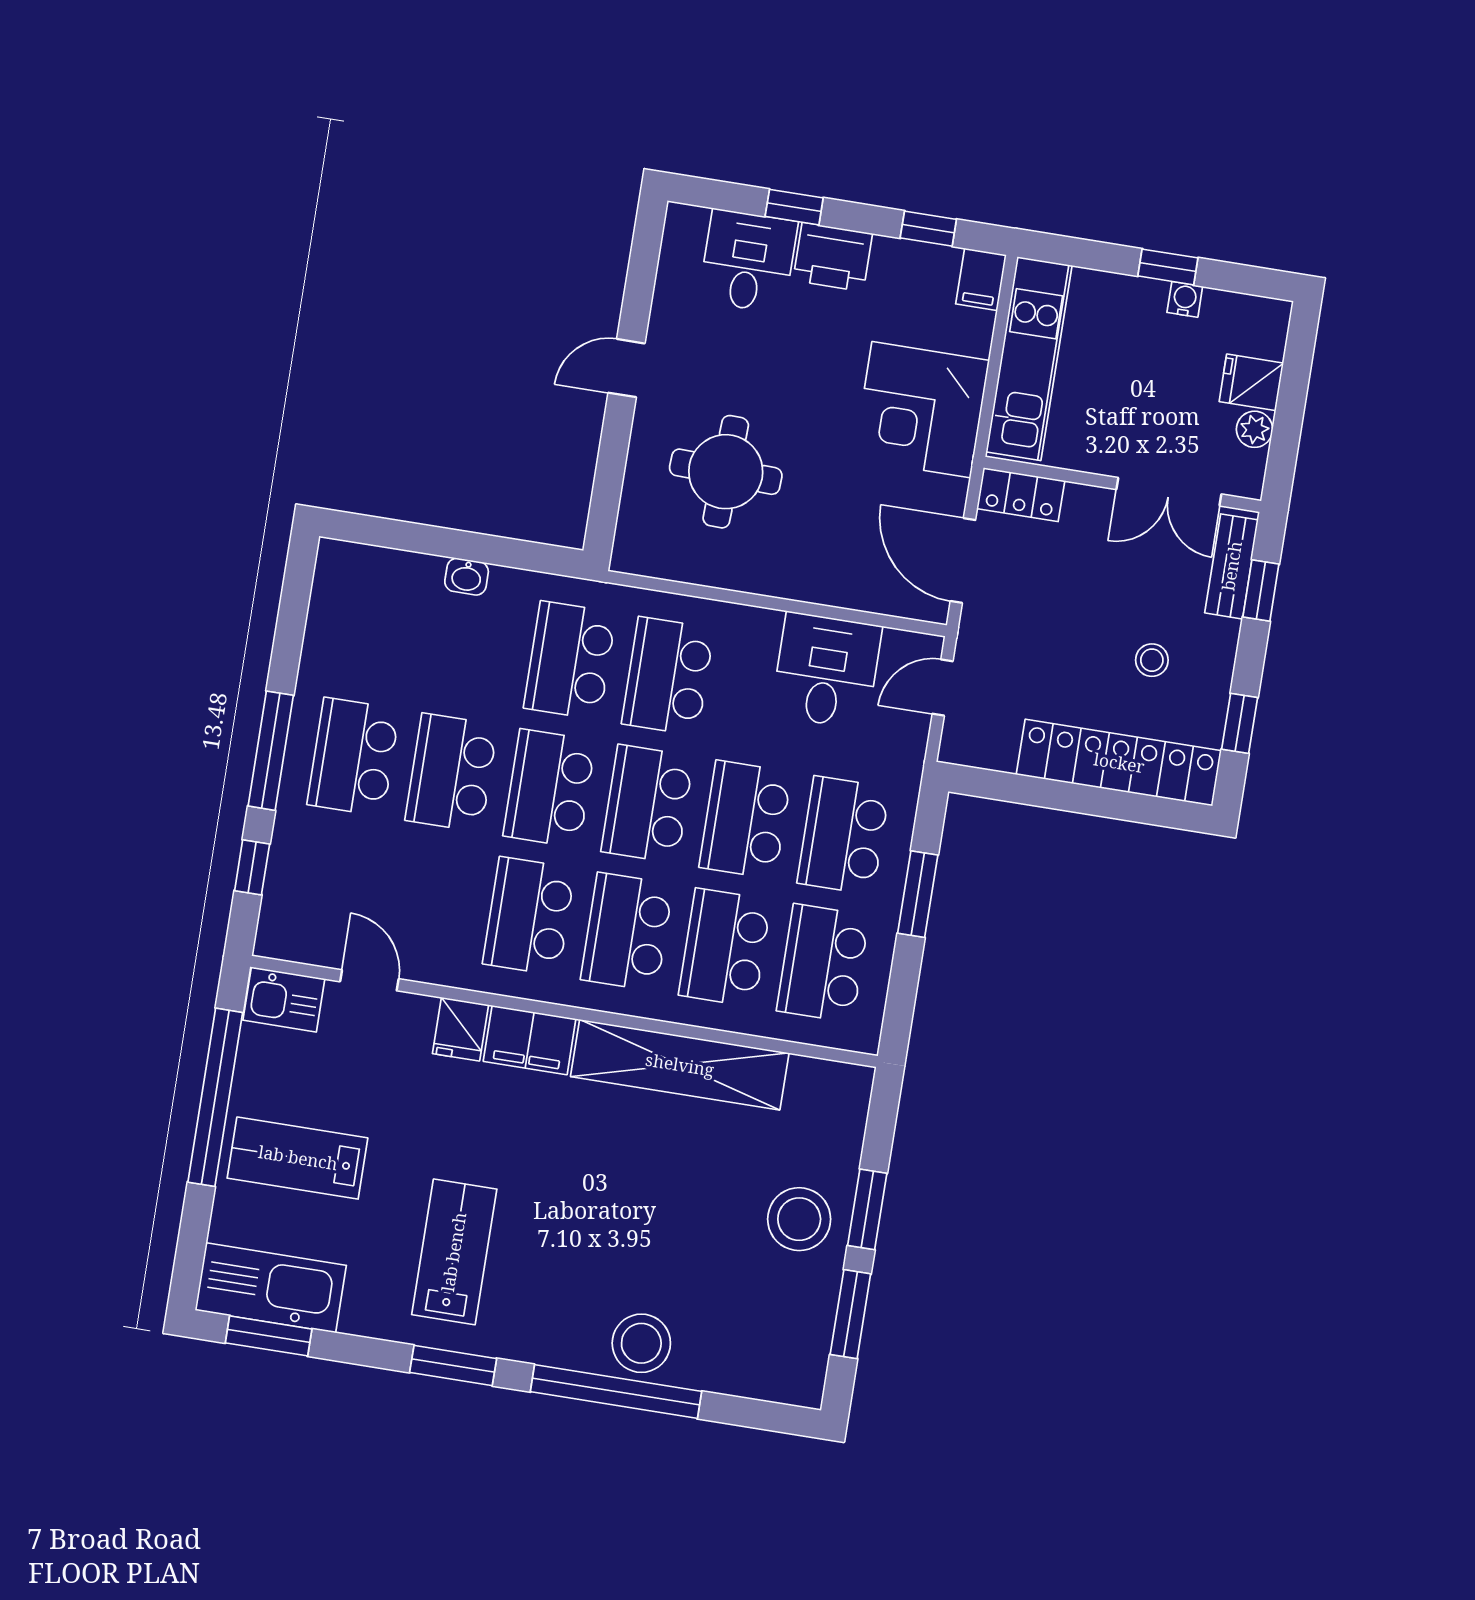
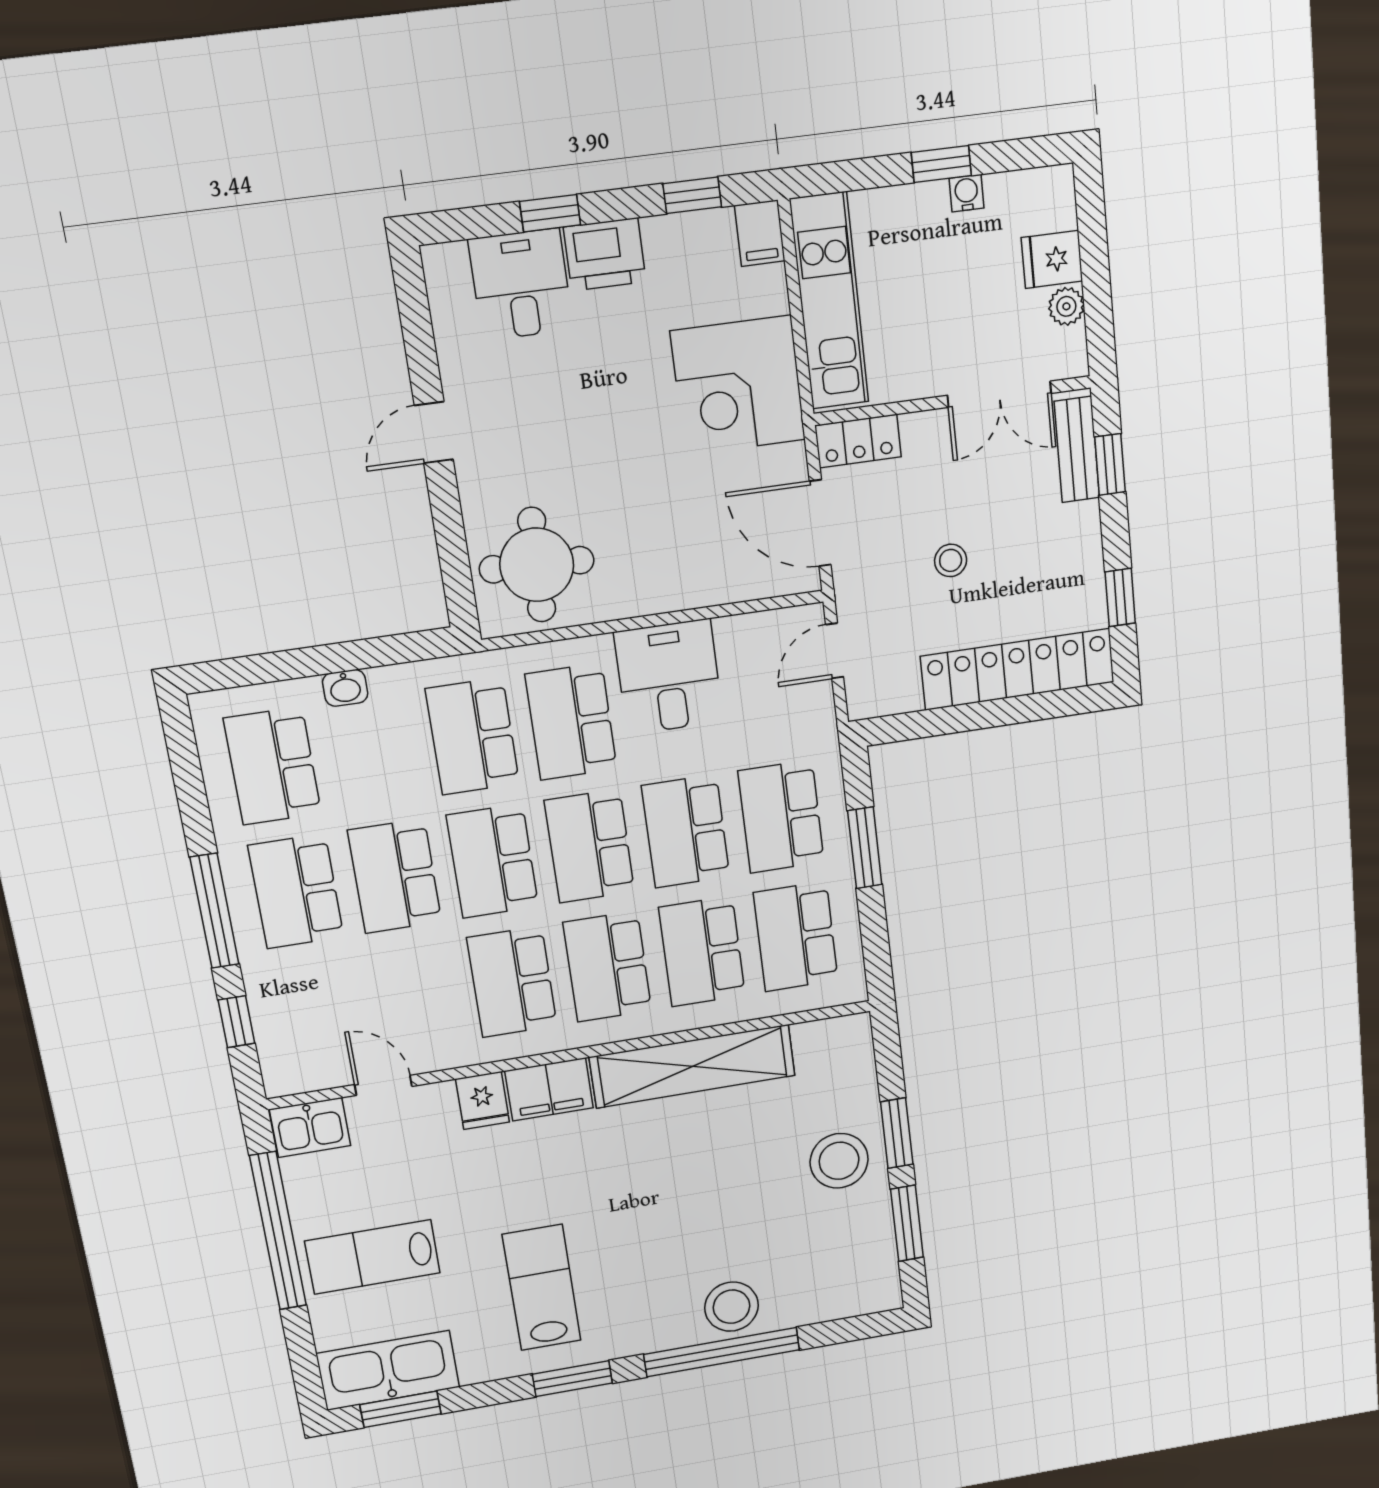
round table: (726, 472) -> (537, 565), moved
school desk: (374, 629) -> (273, 766), added
stool: (1152, 660) -> (951, 560), moved
desk: (826, 671) -> (669, 677), moved

